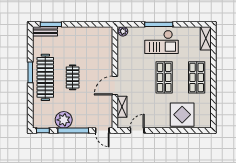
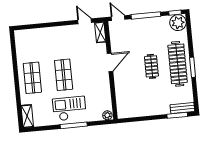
shelving: (122, 107) -> (100, 32), moved
display table: (182, 115) -> (43, 41), removed
plant: (64, 120) -> (178, 23), moved
door: (137, 130) -> (85, 21), swing flipped

